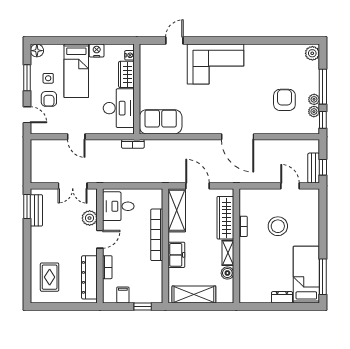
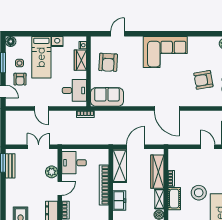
corner sofa: (216, 64) -> (165, 52), moved
armchair: (162, 77) -> (108, 62), added
armchair: (284, 100) -> (203, 80), turned -100
desk: (119, 108) -> (74, 90), width x0.73
double door: (73, 186) -> (39, 147), swing flipped
door: (198, 186) -> (136, 147), hinge flipped
stool: (278, 226) -> (199, 193), moved
cot: (247, 252) -> (174, 199), added

